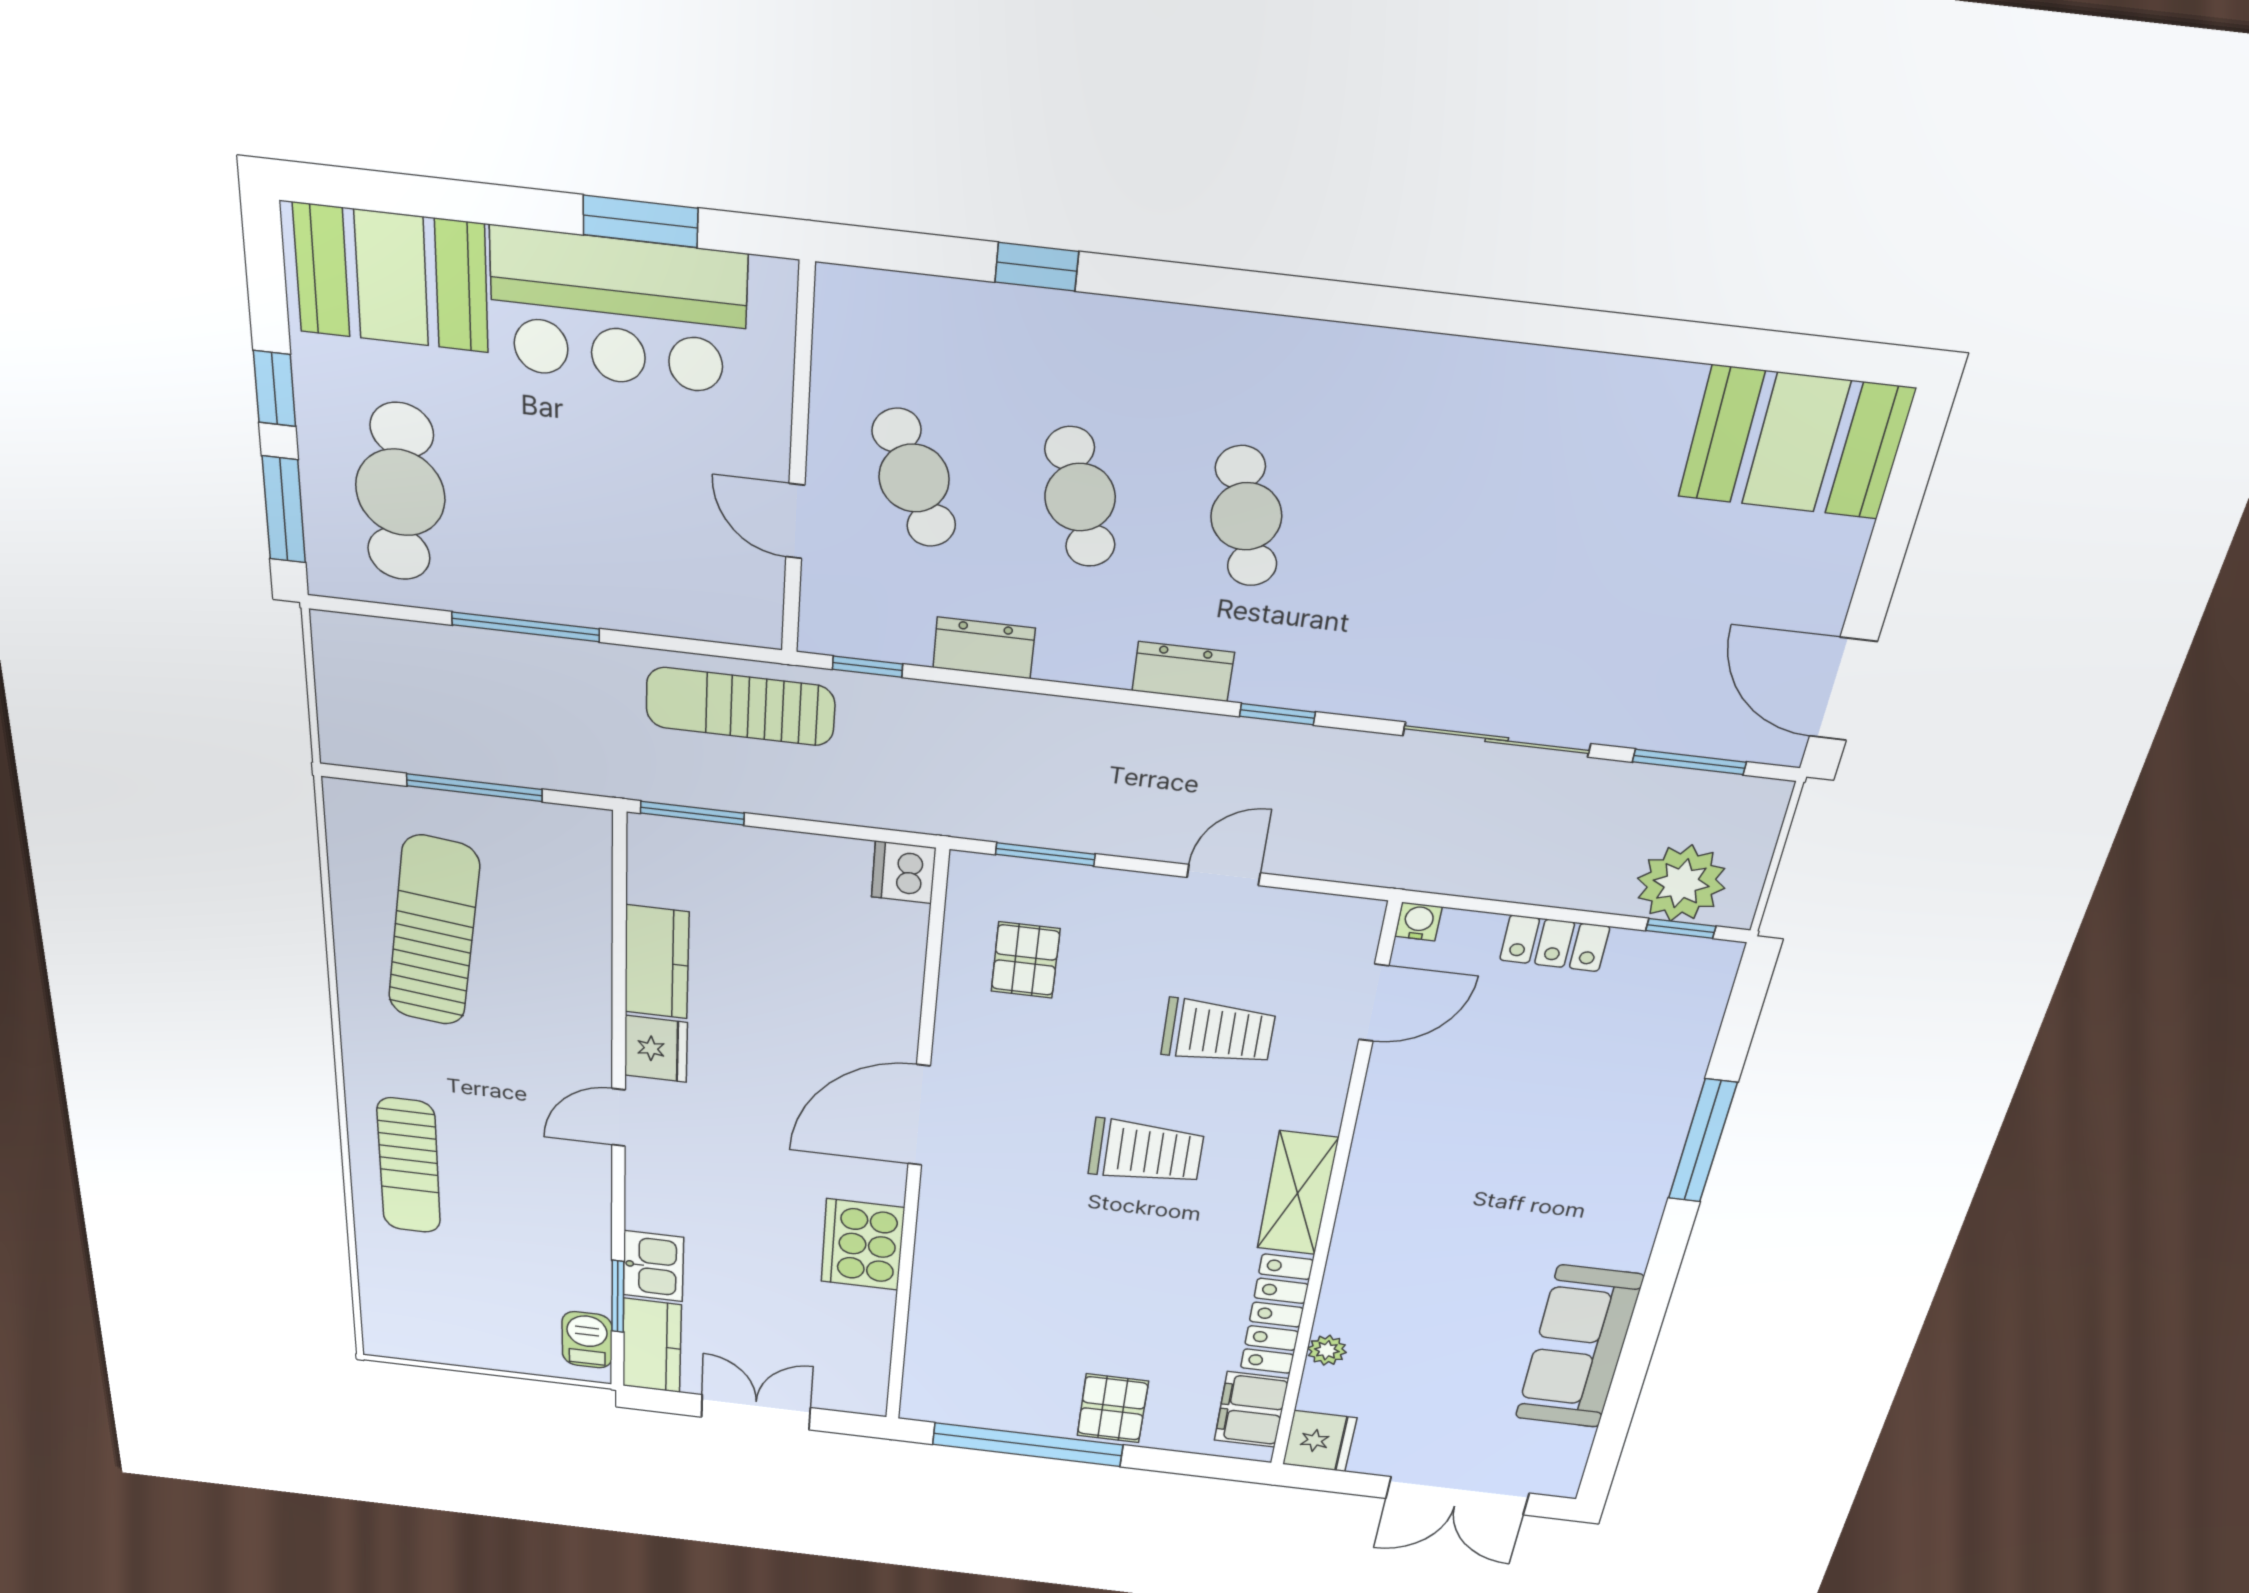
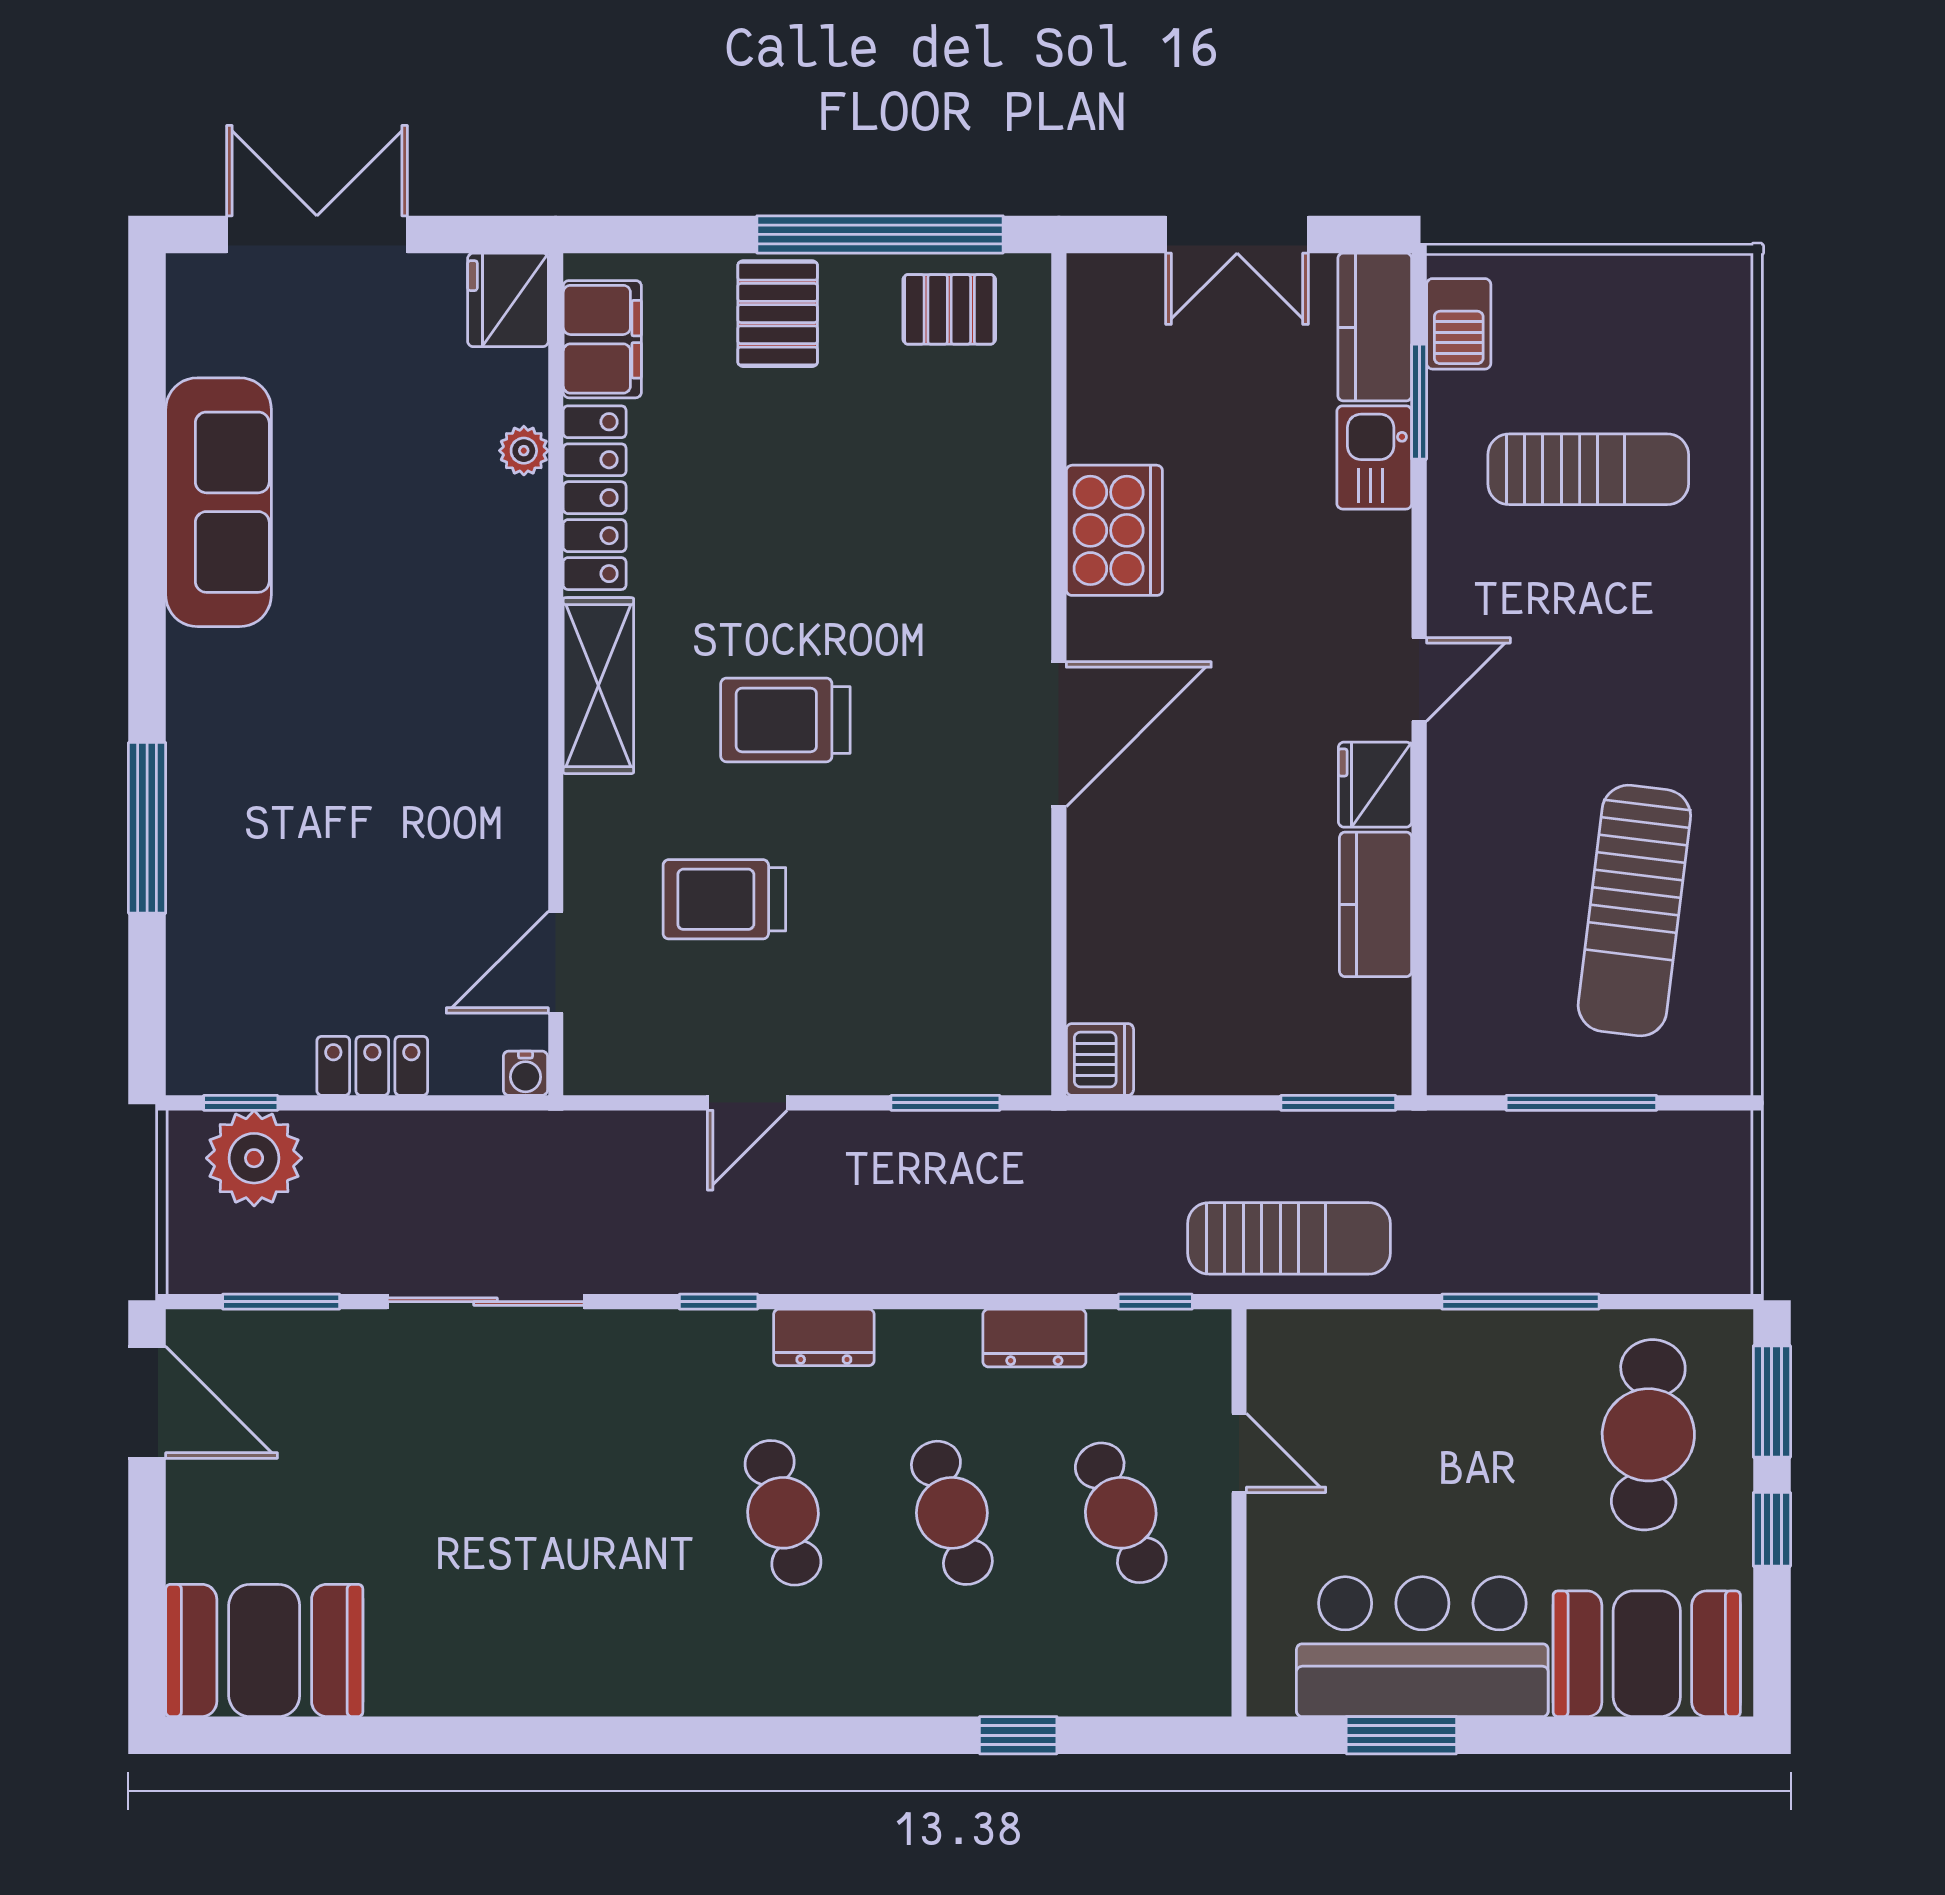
pallet: (1026, 960) -> (949, 309), moved, turned 90
sun lounger: (409, 1166) -> (1588, 469), moved, turned 90

